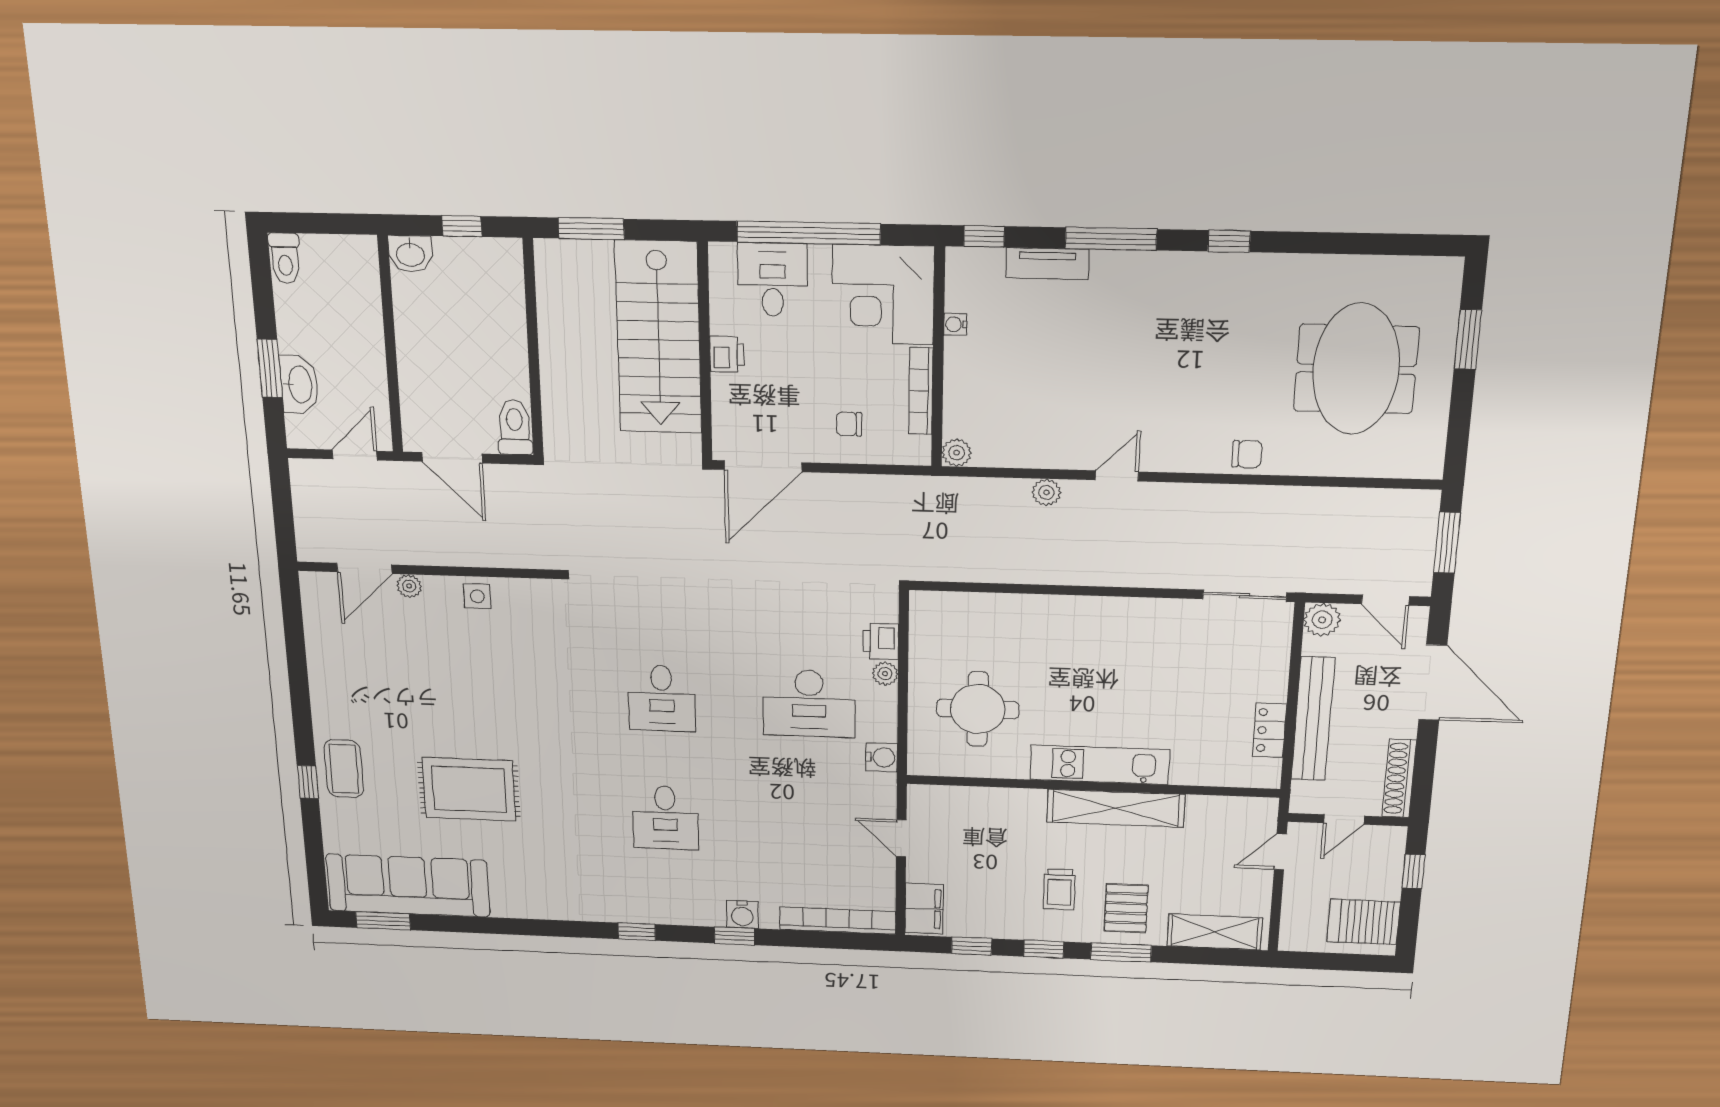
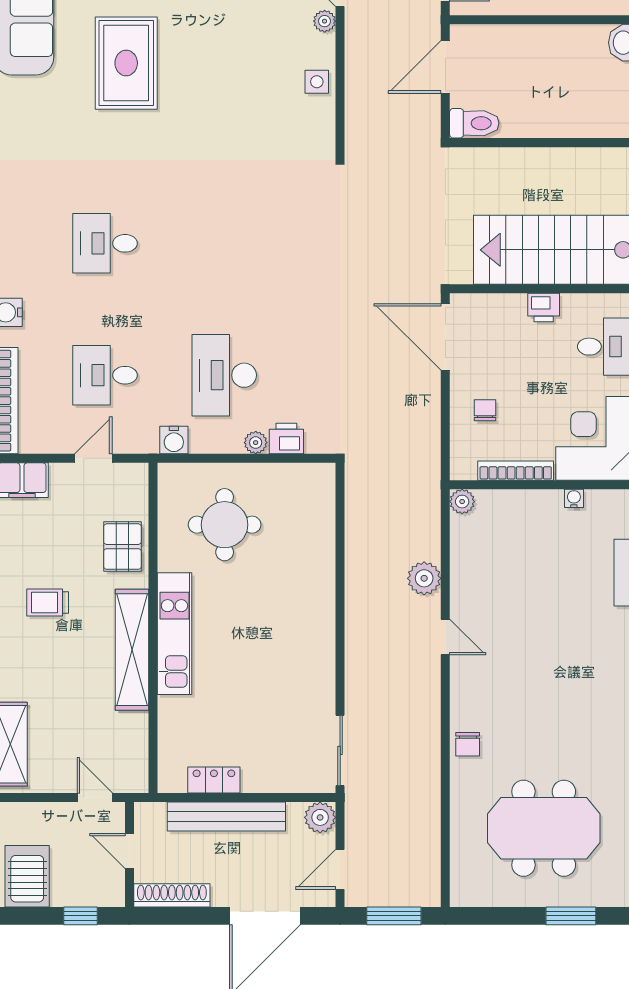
plant: (1046, 492) -> (424, 578), width x1.38, depth x1.38
desk: (662, 698) -> (105, 375), moved
pallet: (1126, 908) -> (122, 547), moved, turned 90

